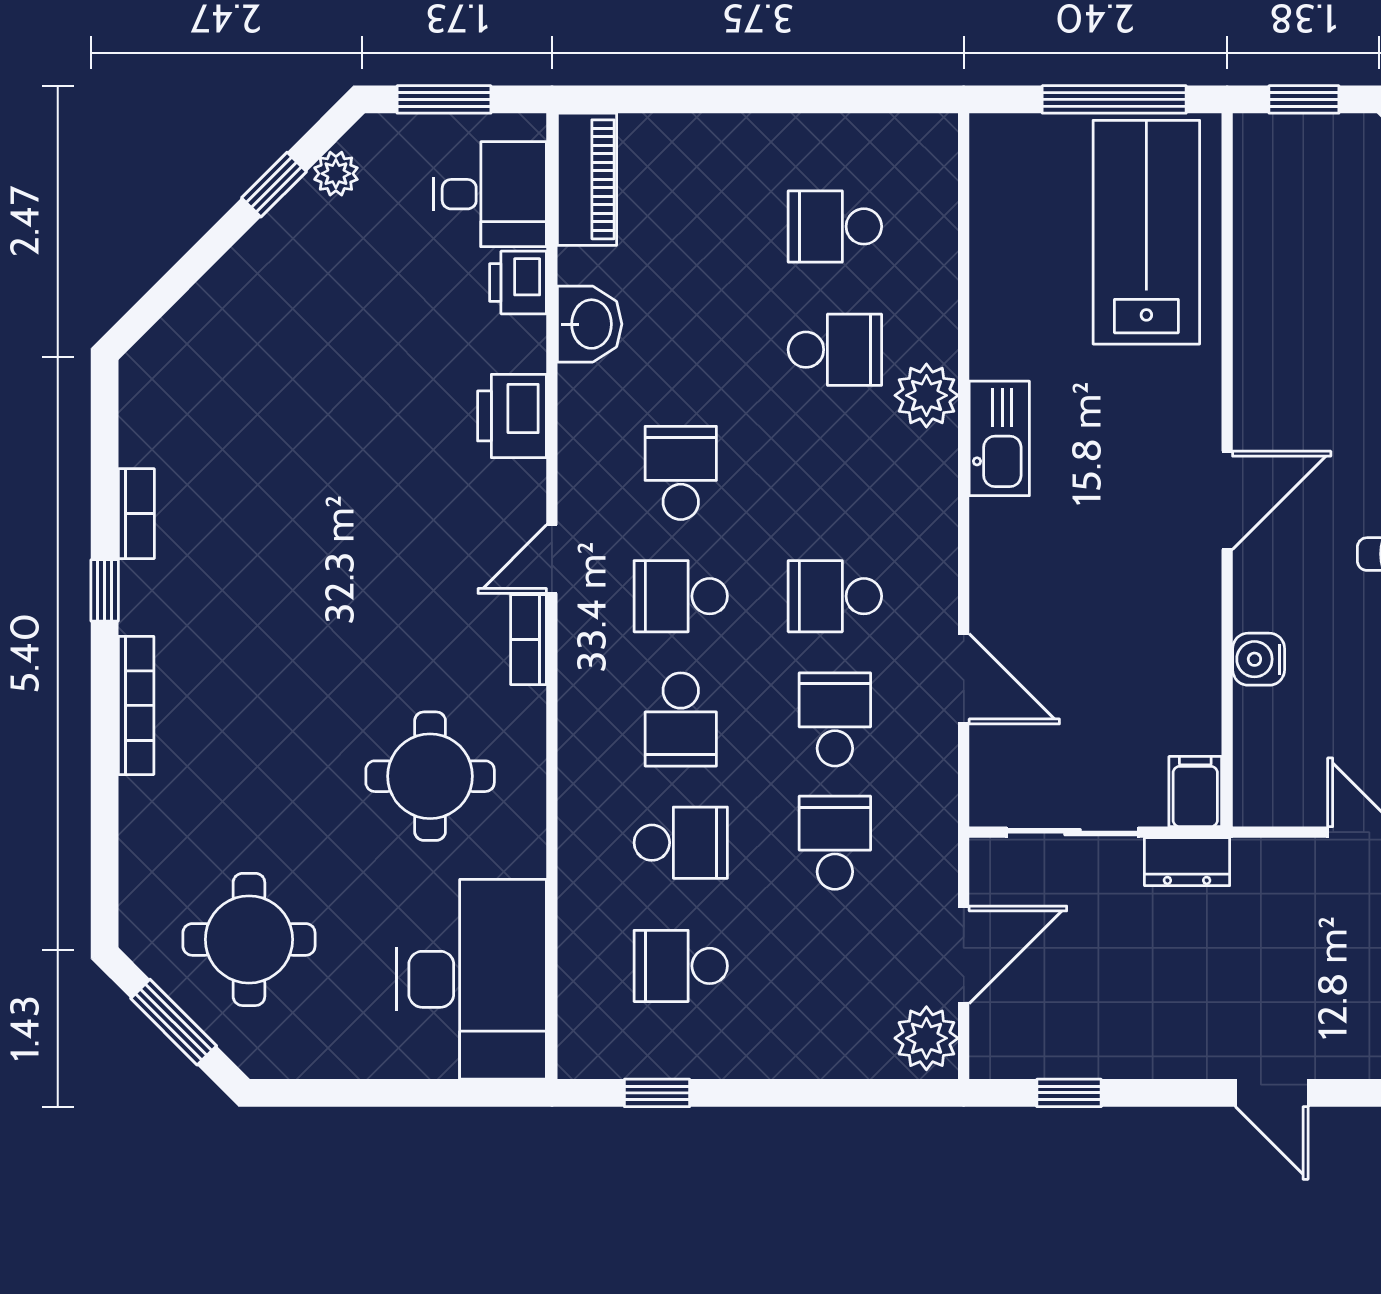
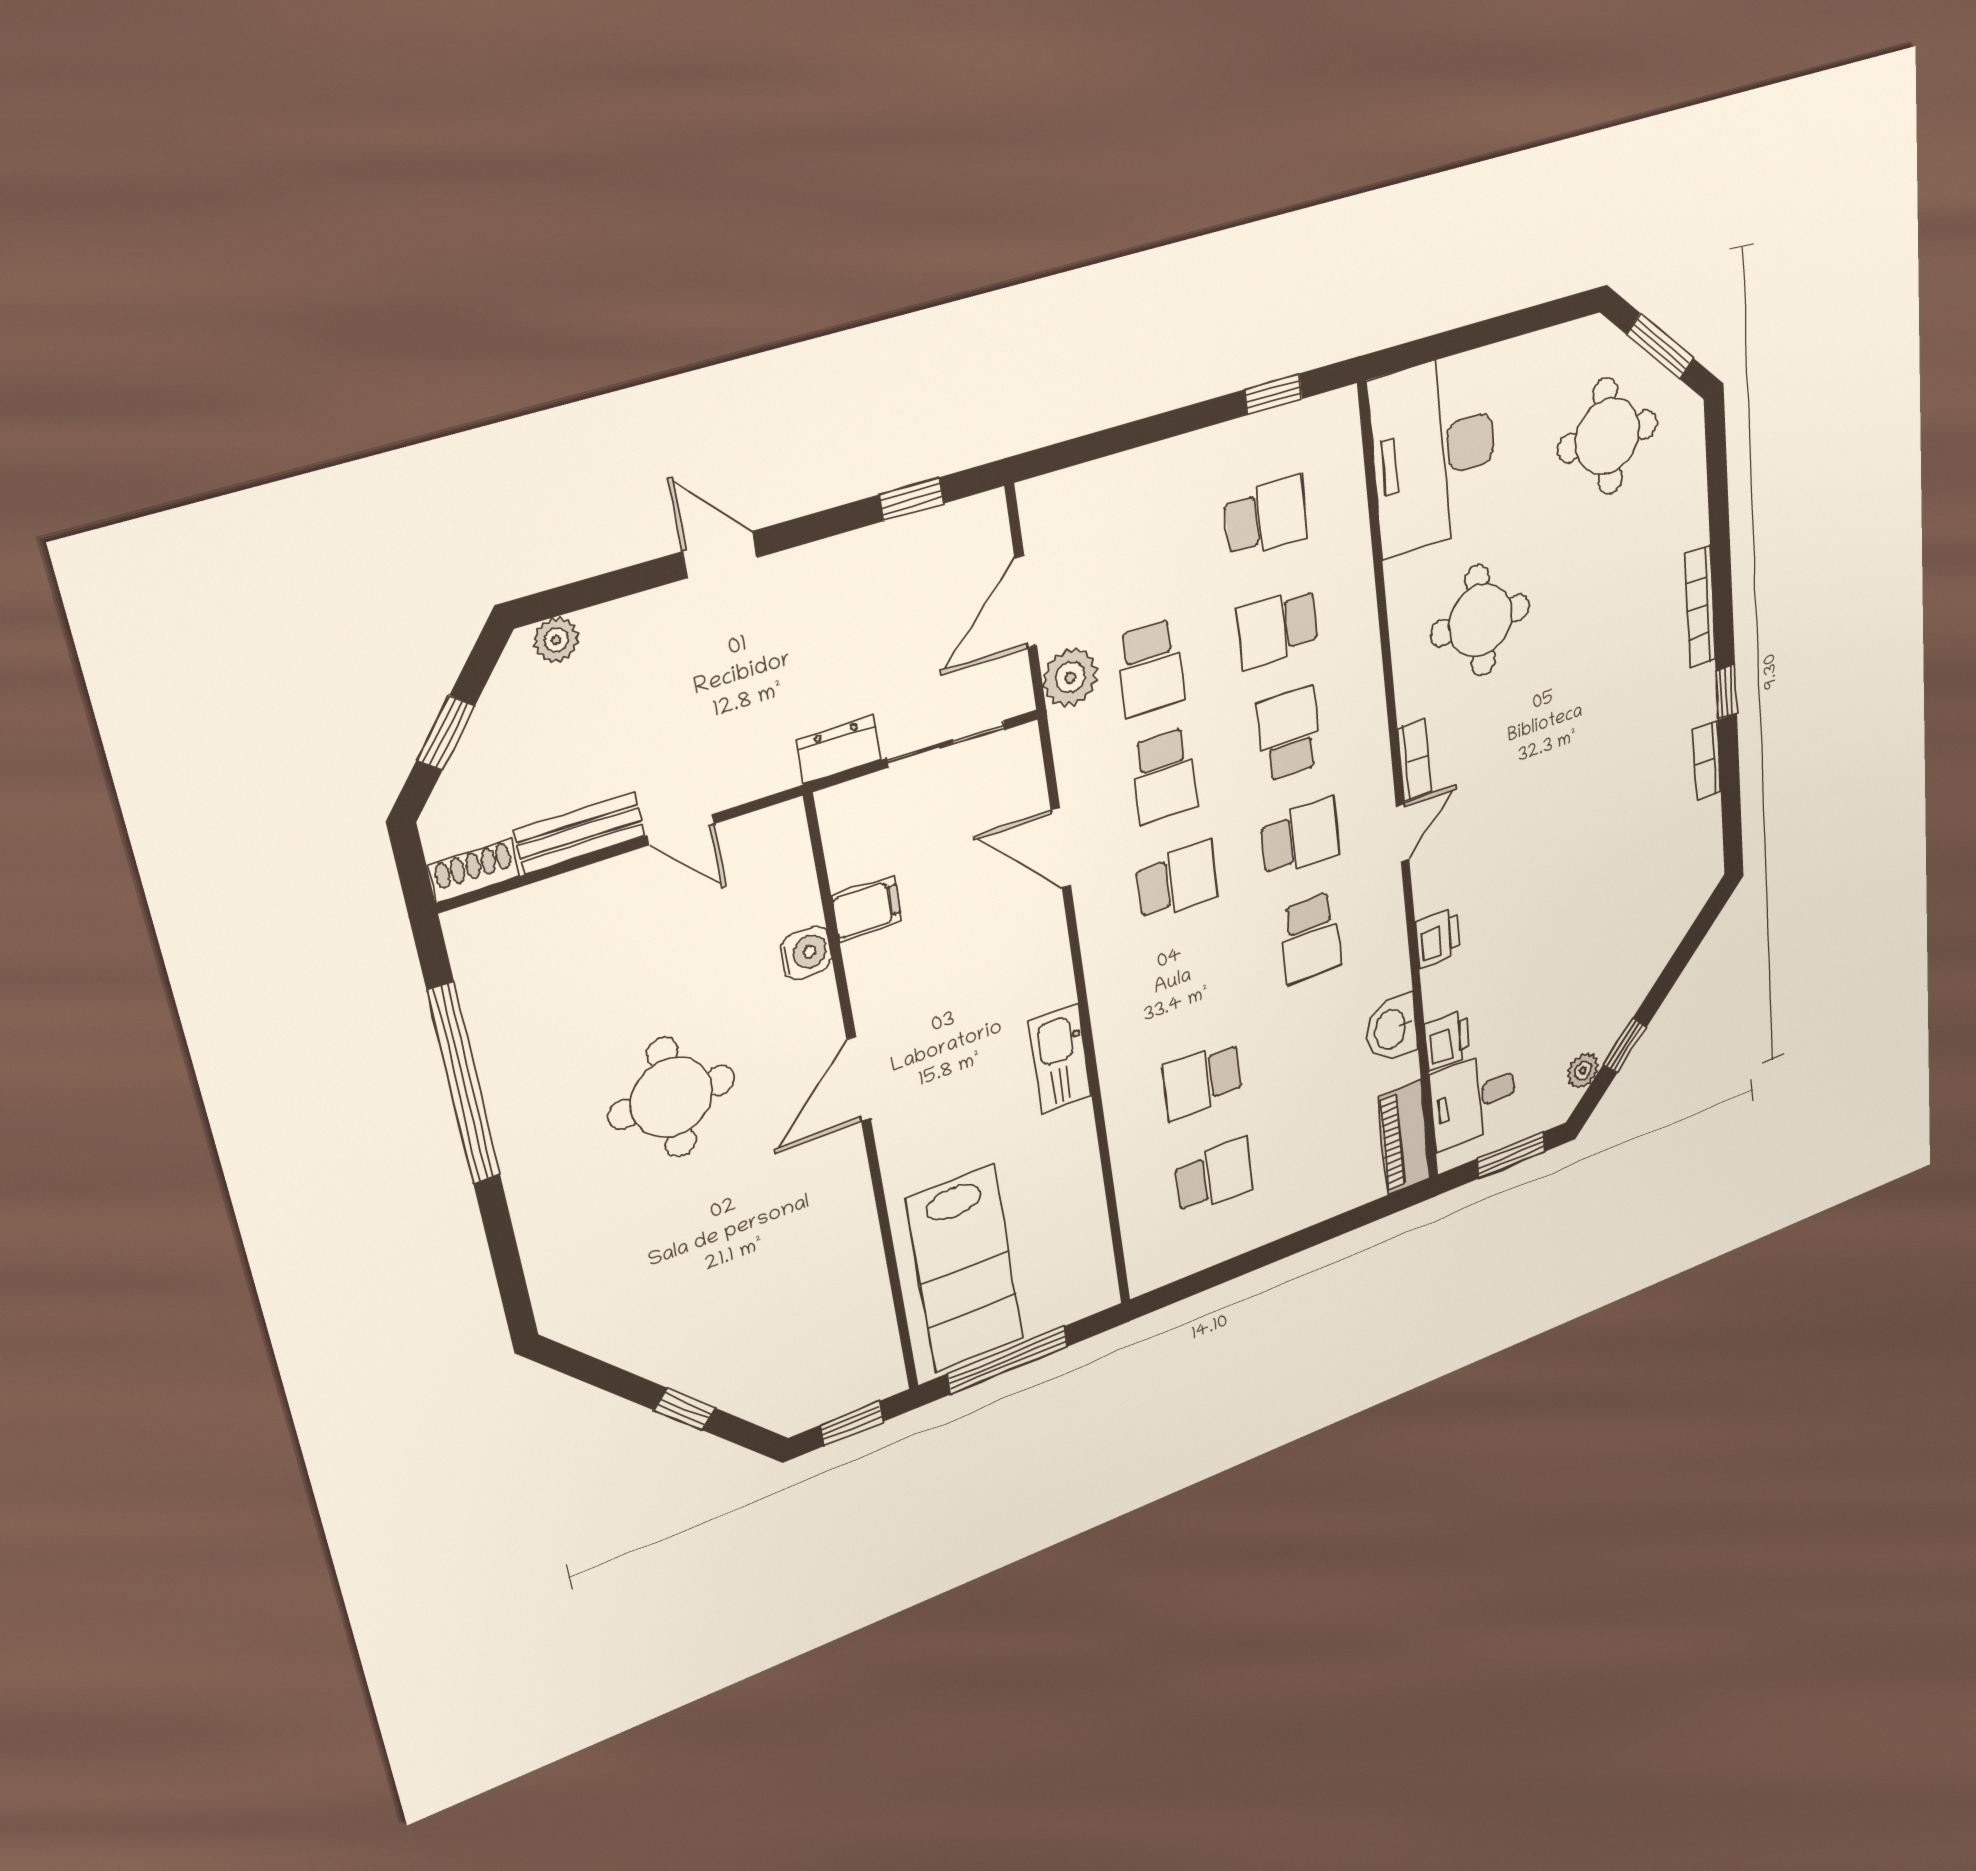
plant: (926, 395) -> (1124, 1072), removed
printer: (512, 416) -> (1438, 938), width x0.73, depth x0.81
filing cabinet: (1195, 792) -> (867, 909), moved, turned -90
plant: (926, 1038) -> (1070, 677), moved

